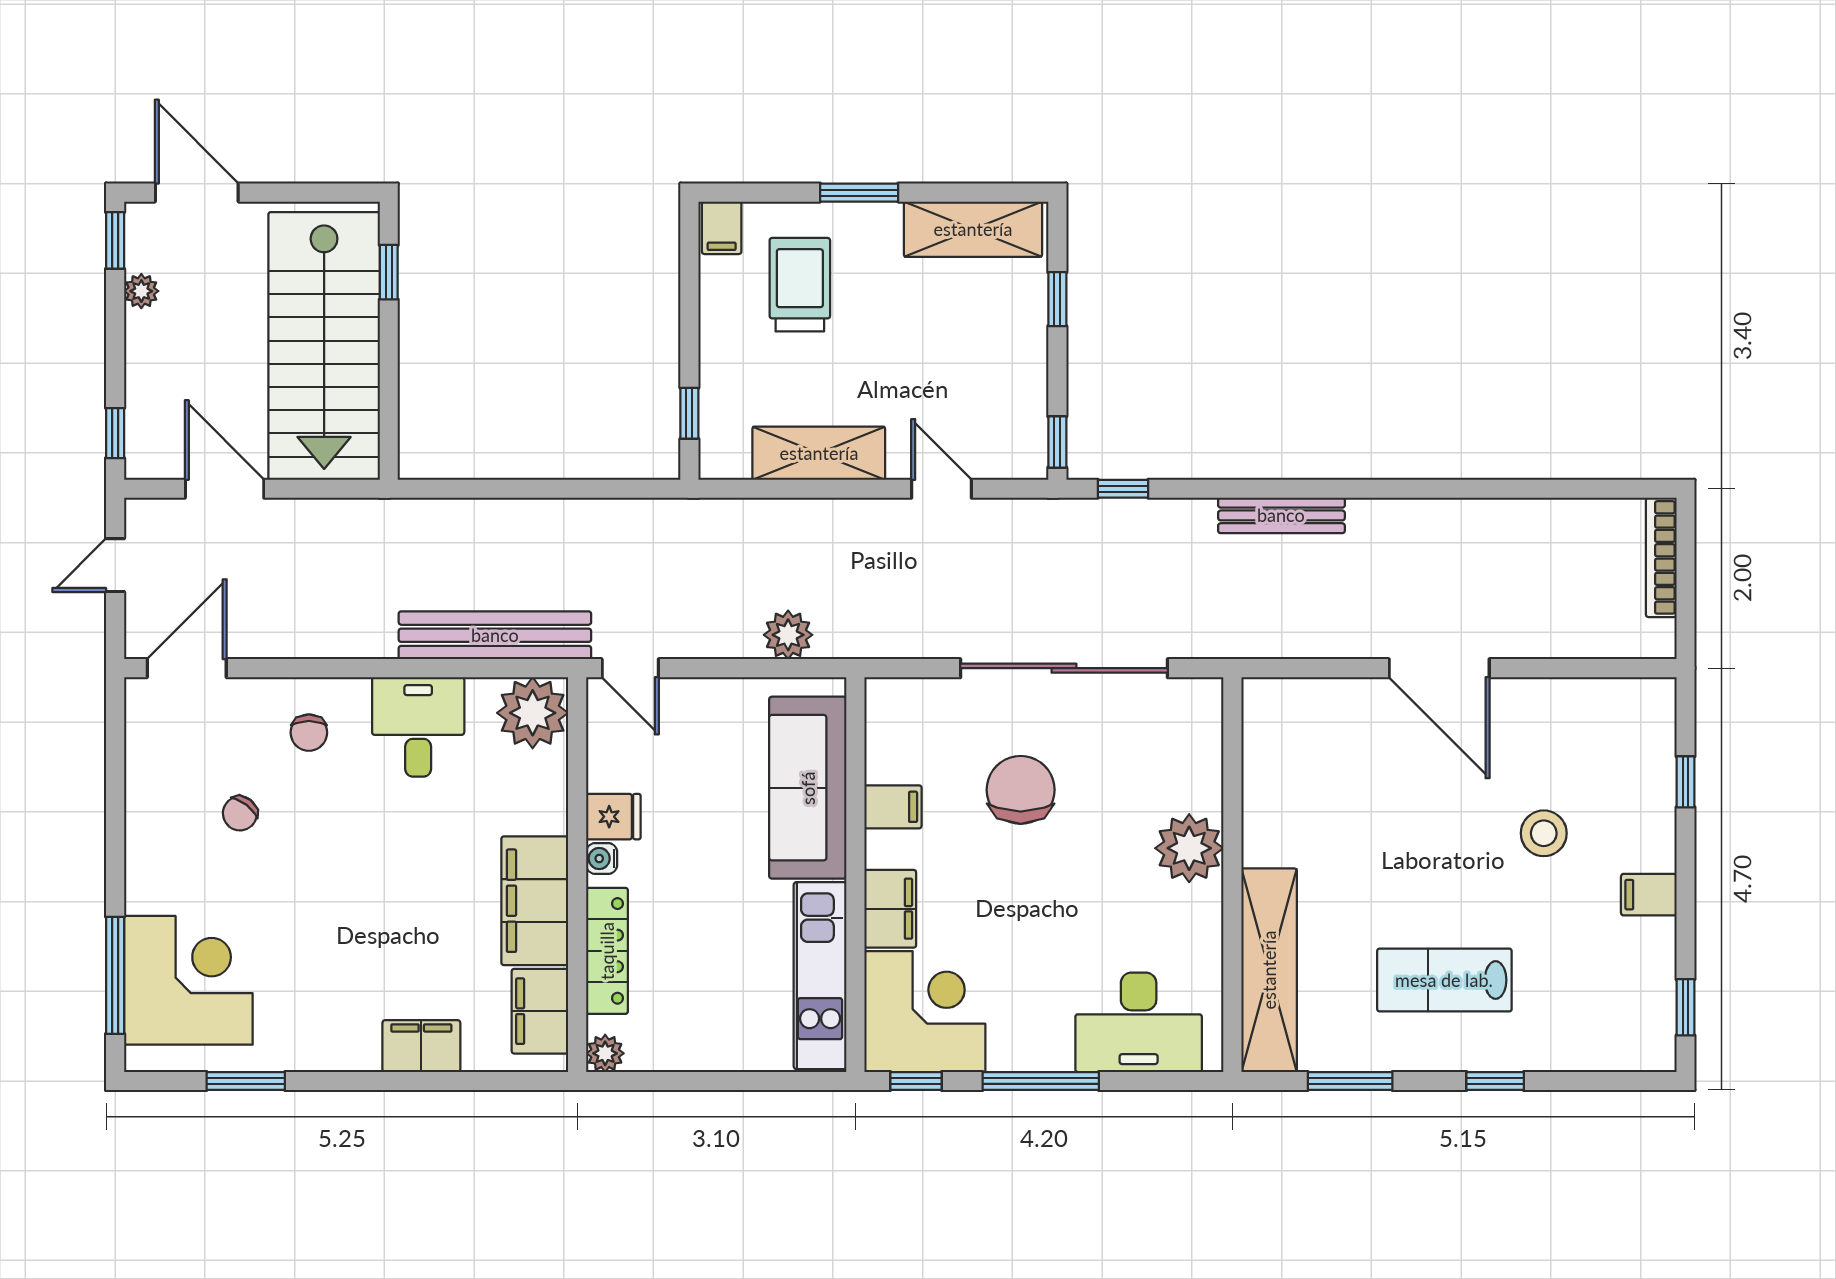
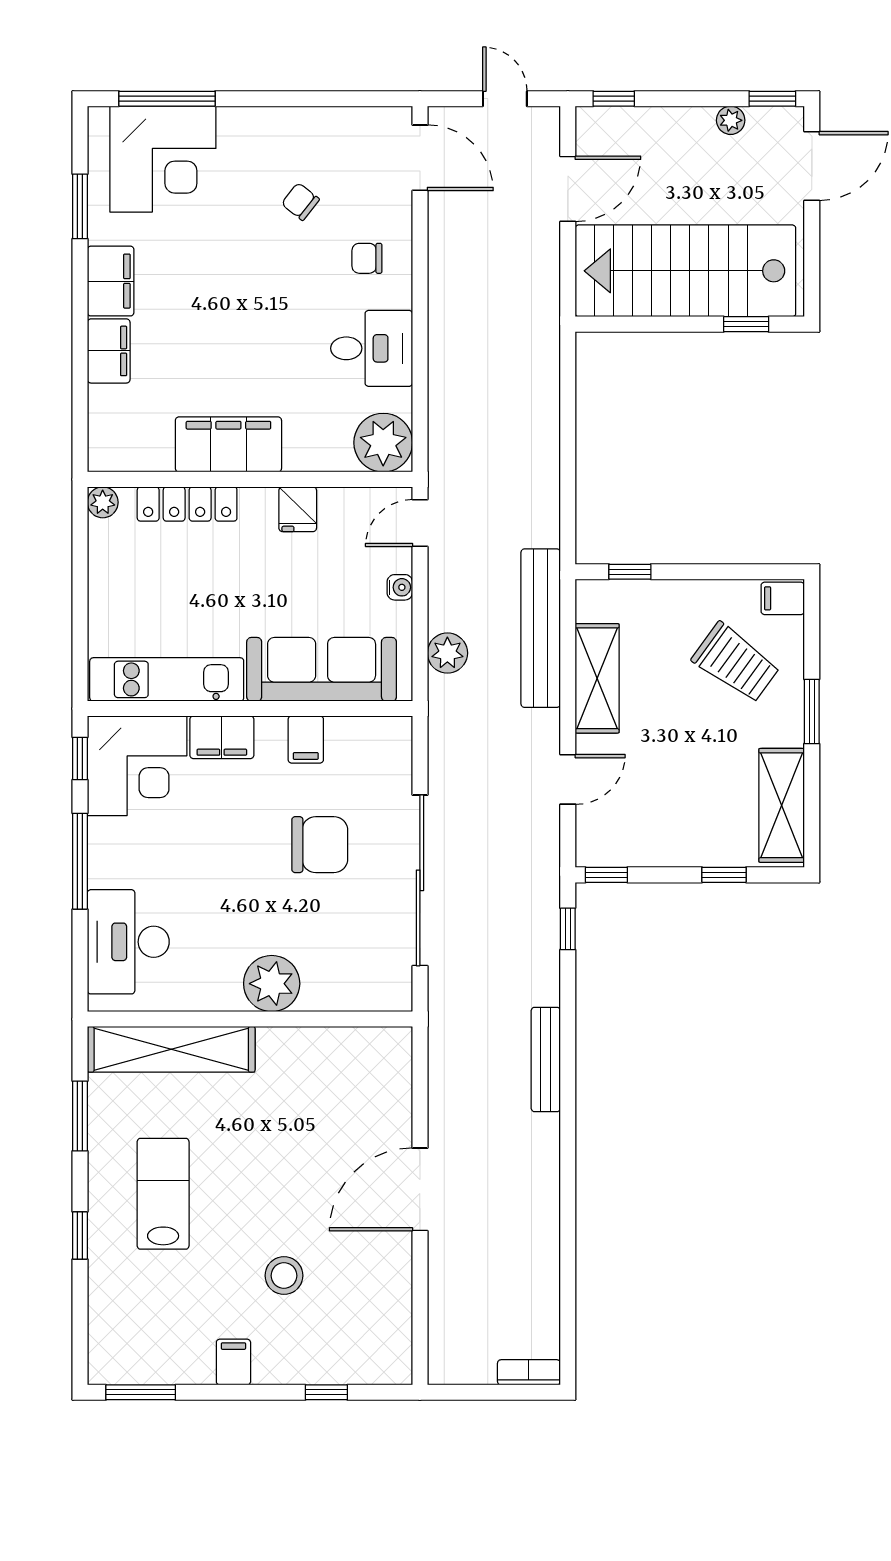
trolley: (800, 285) -> (736, 663), turned 36
bookcase: (1661, 557) -> (529, 1372), width x0.64
bench: (495, 635) -> (541, 628), moved
water cooler: (602, 858) -> (400, 587), moved, turned 90
window: (1685, 1007) -> (141, 1392), width x1.50
filing cabinet: (540, 1011) -> (111, 281), moved, turned 90

